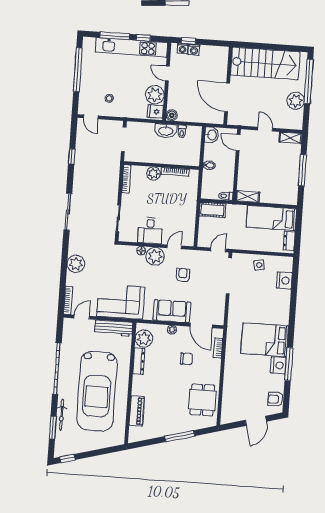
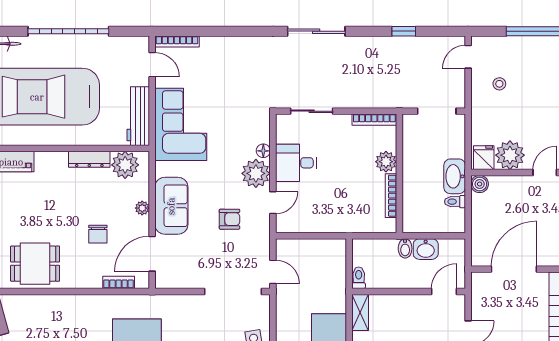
washbasin: (212, 135) -> (426, 249), moved
cot: (213, 210) -> (335, 259), removed
door: (174, 247) -> (273, 203), hinge flipped
plant: (76, 264) -> (235, 50), removed

